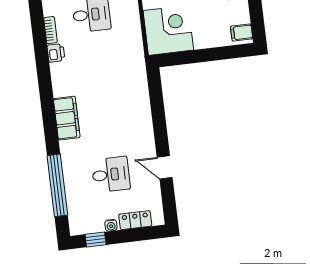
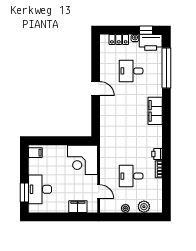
door: (165, 167) -> (96, 89), moved
printer: (86, 222) -> (151, 42), added

